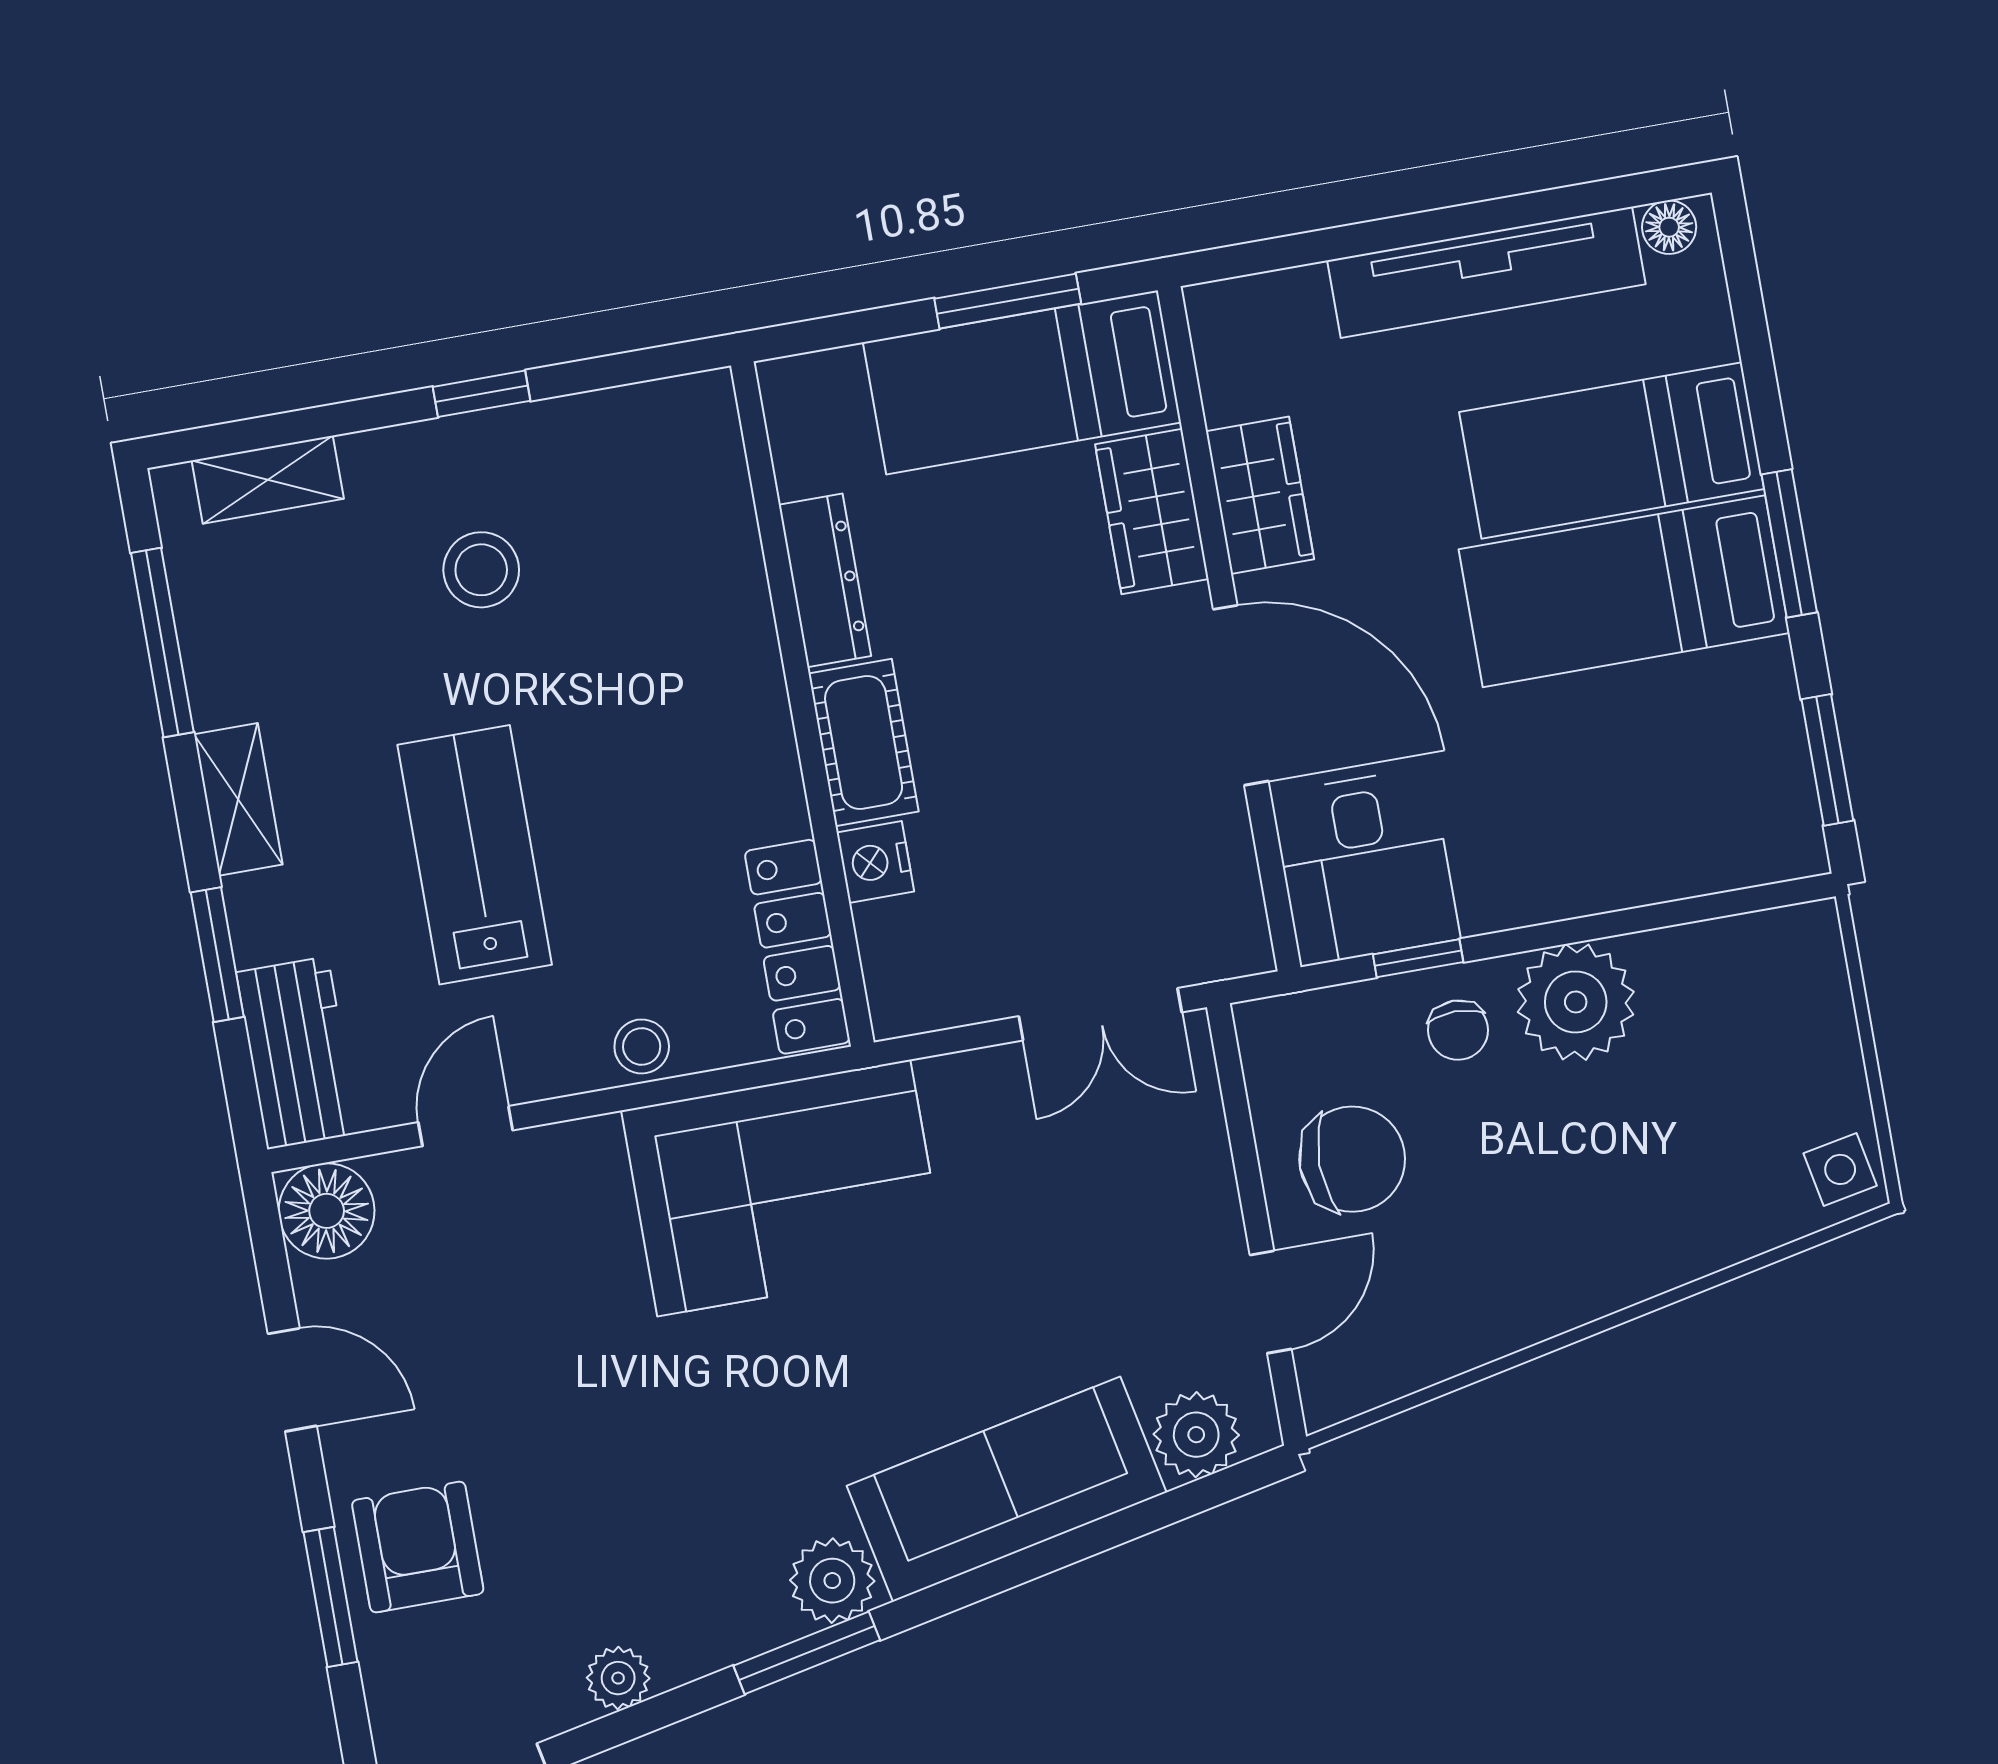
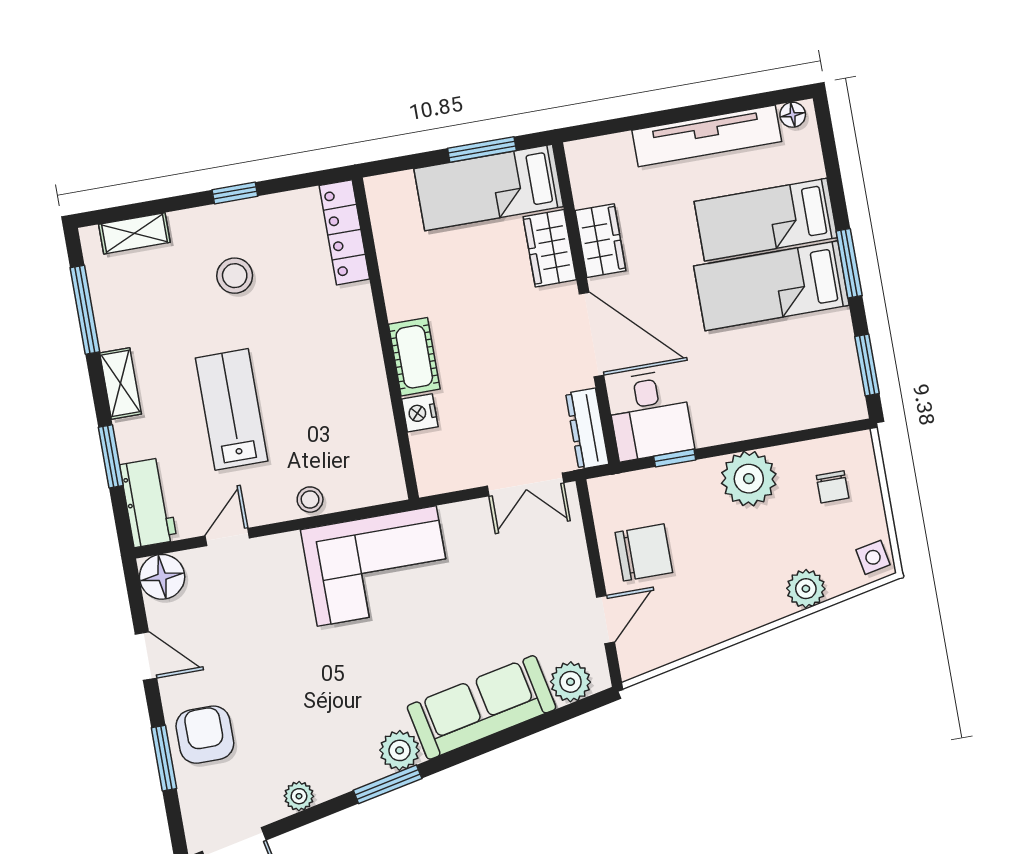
dresser: (825, 580) -> (587, 429), moved, turned 180
locker: (797, 947) -> (344, 232), moved
chair: (1458, 1030) -> (833, 487), moved
plant: (1697, 1236) -> (806, 589), added

